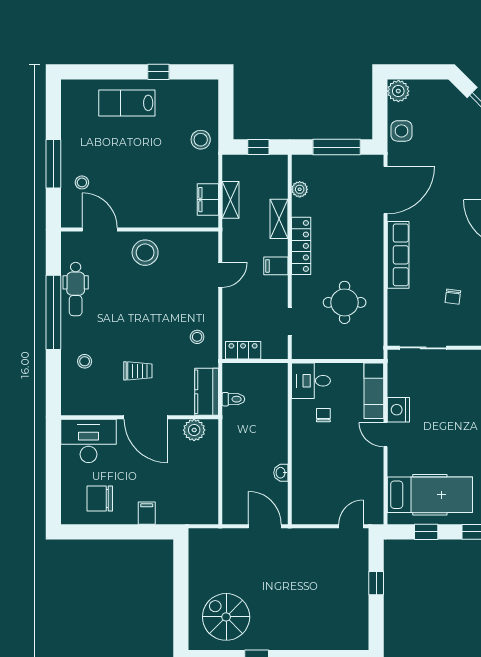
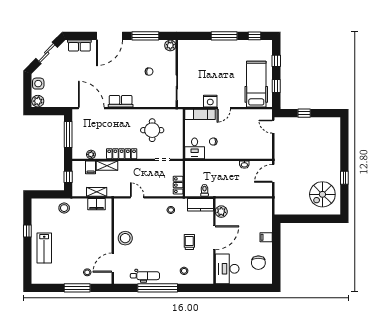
side table: (401, 131) -> (38, 84), moved
row of seats: (398, 255) -> (121, 101), width x0.68
filing cabinet: (276, 266) -> (91, 167), moved

